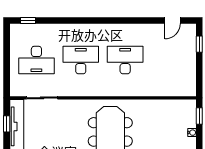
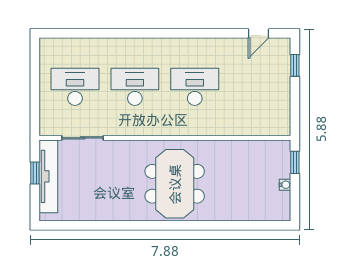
window: (28, 21) -> (64, 33), removed
desk: (36, 60) -> (75, 87), turned 180

